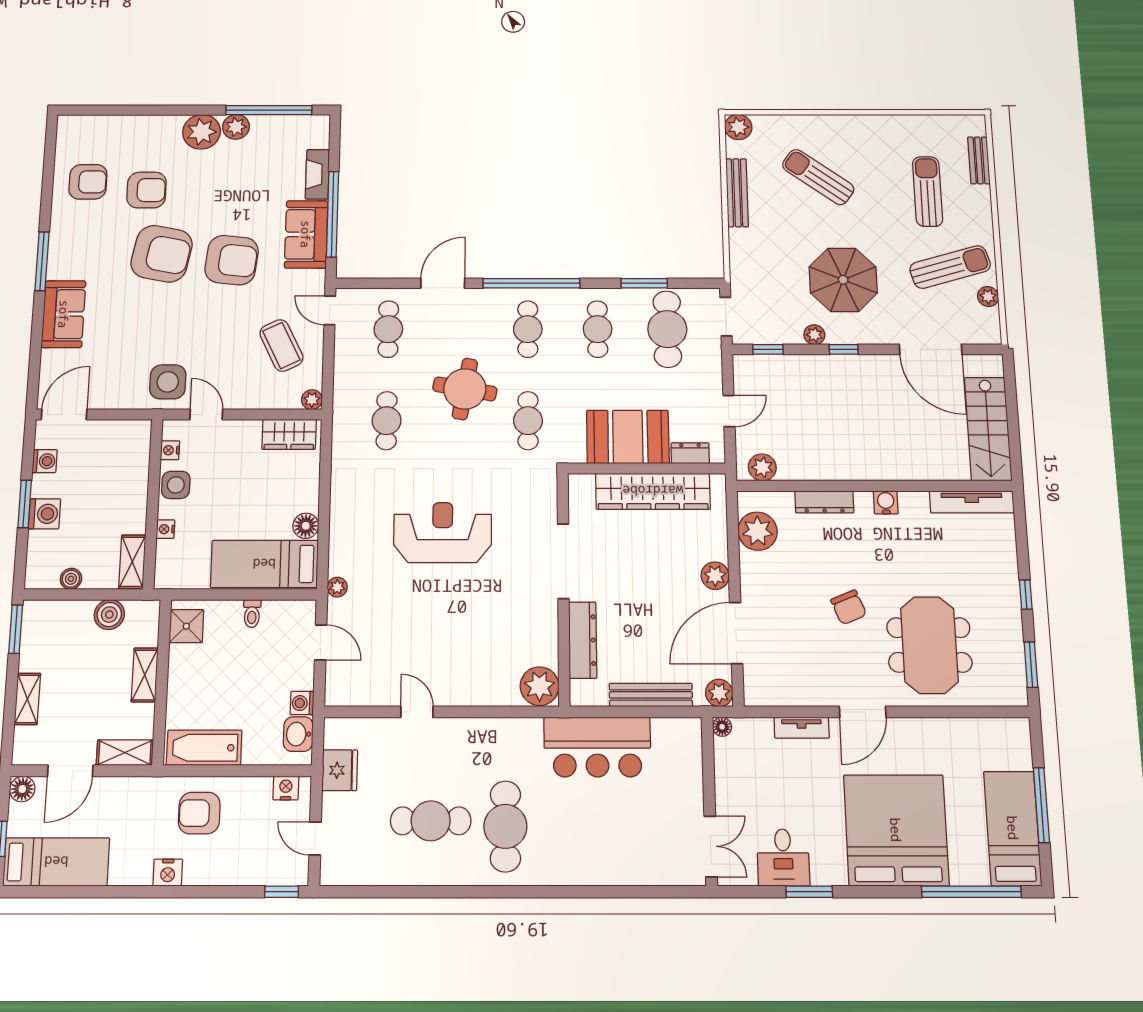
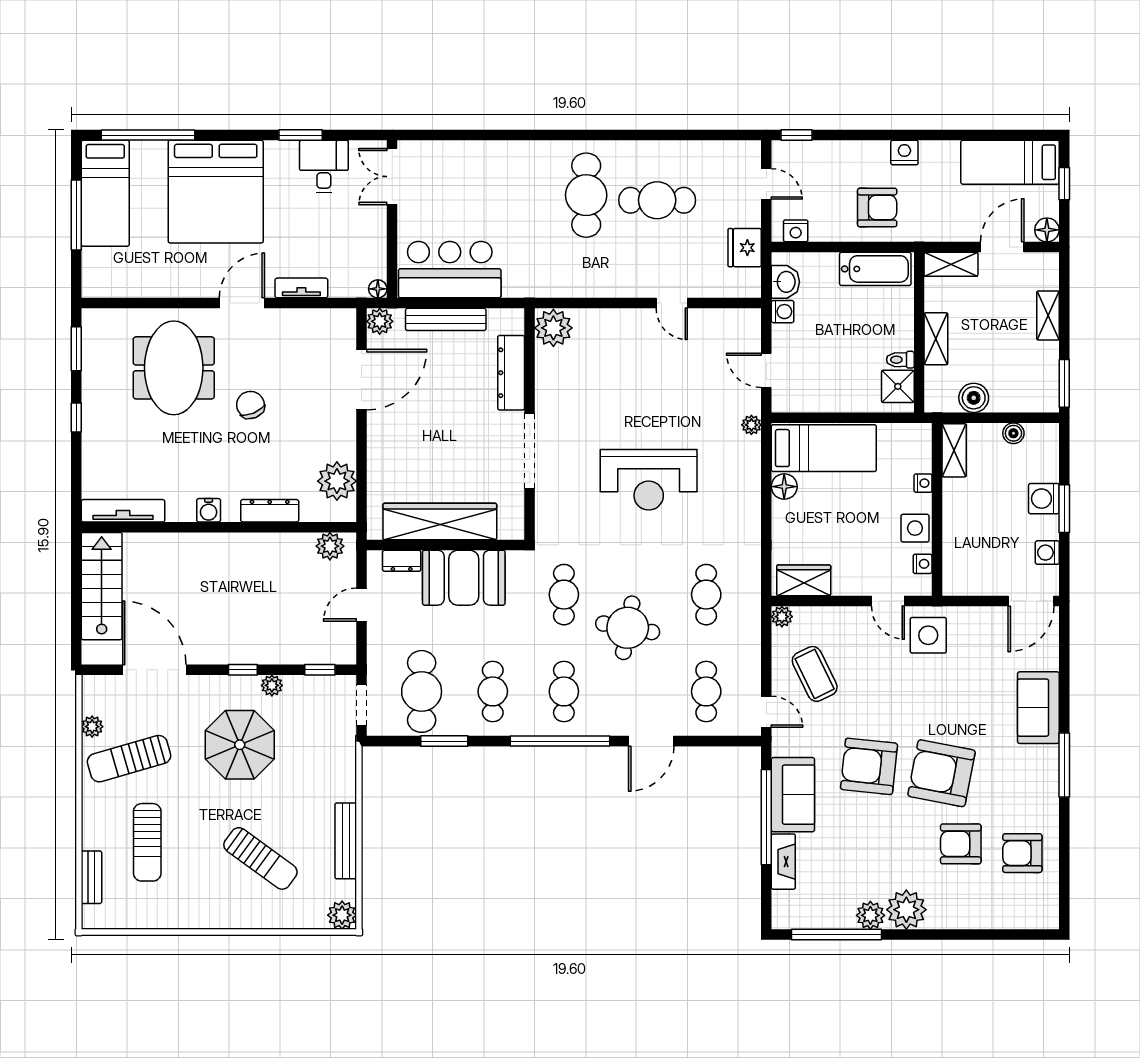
plant: (715, 576) -> (380, 436), removed
toilet: (252, 614) -> (900, 360), moved, turned -90
bar counter: (597, 747) -> (450, 270), moved

